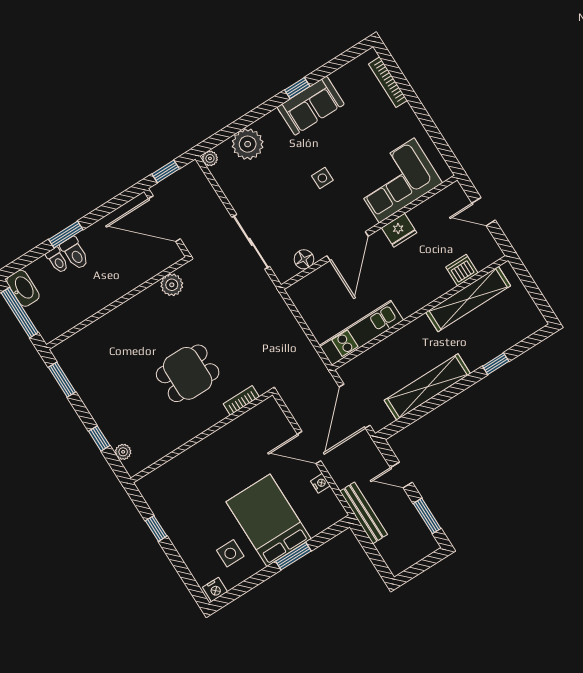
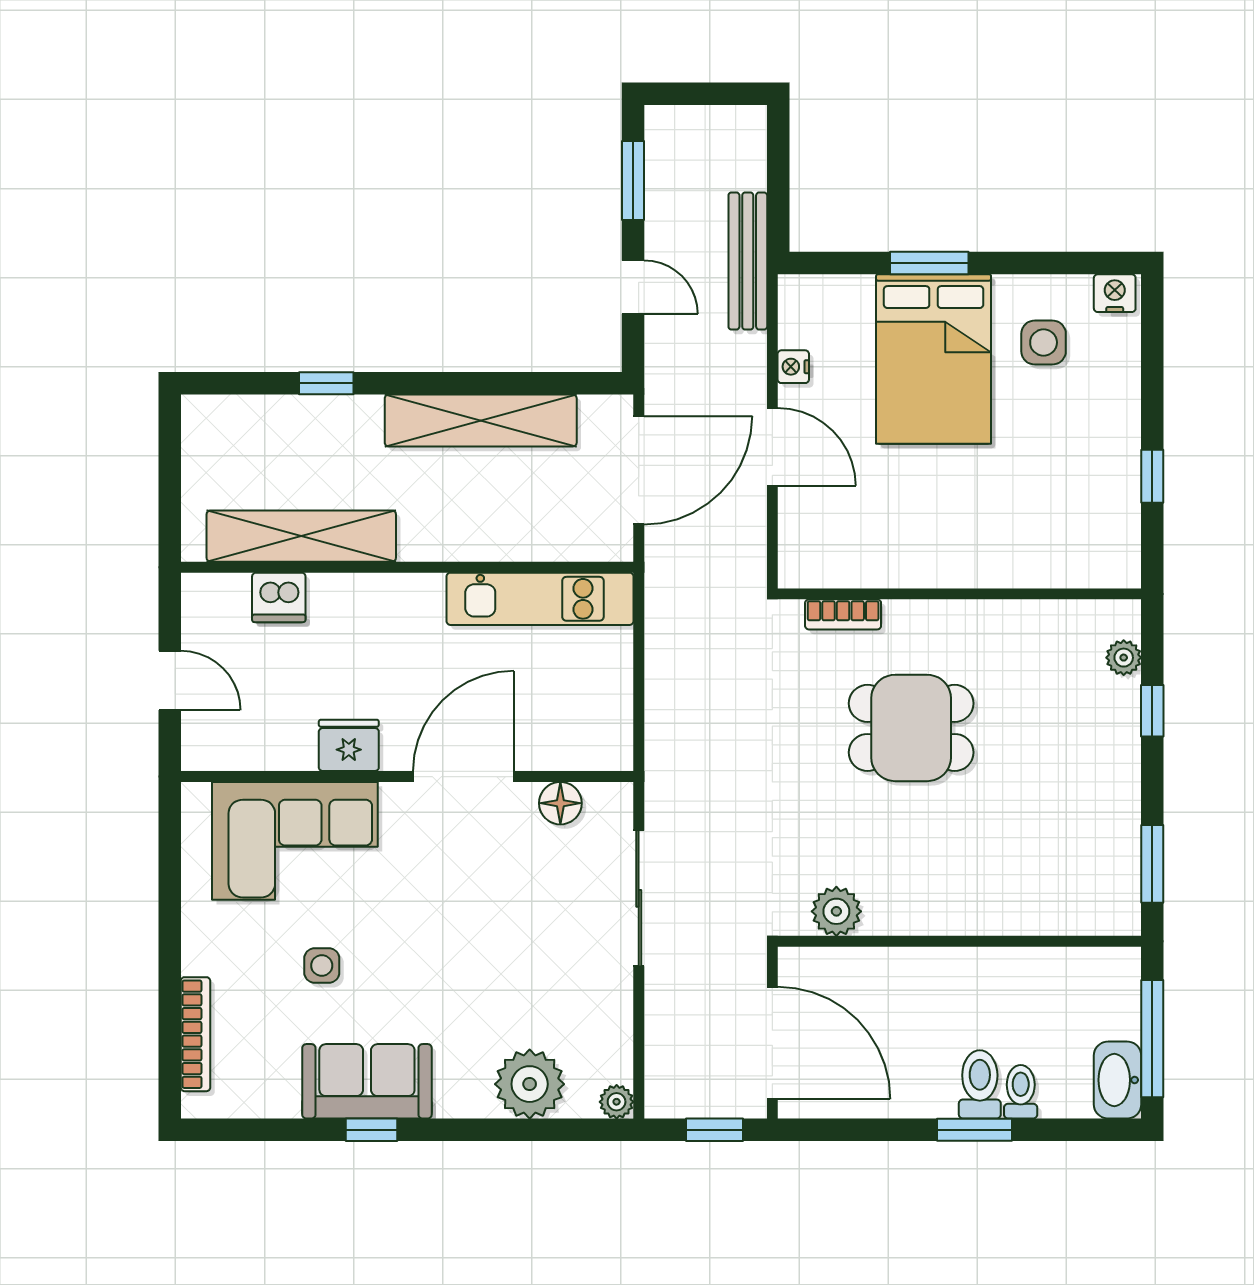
side table: (322, 178) -> (322, 966), moved

